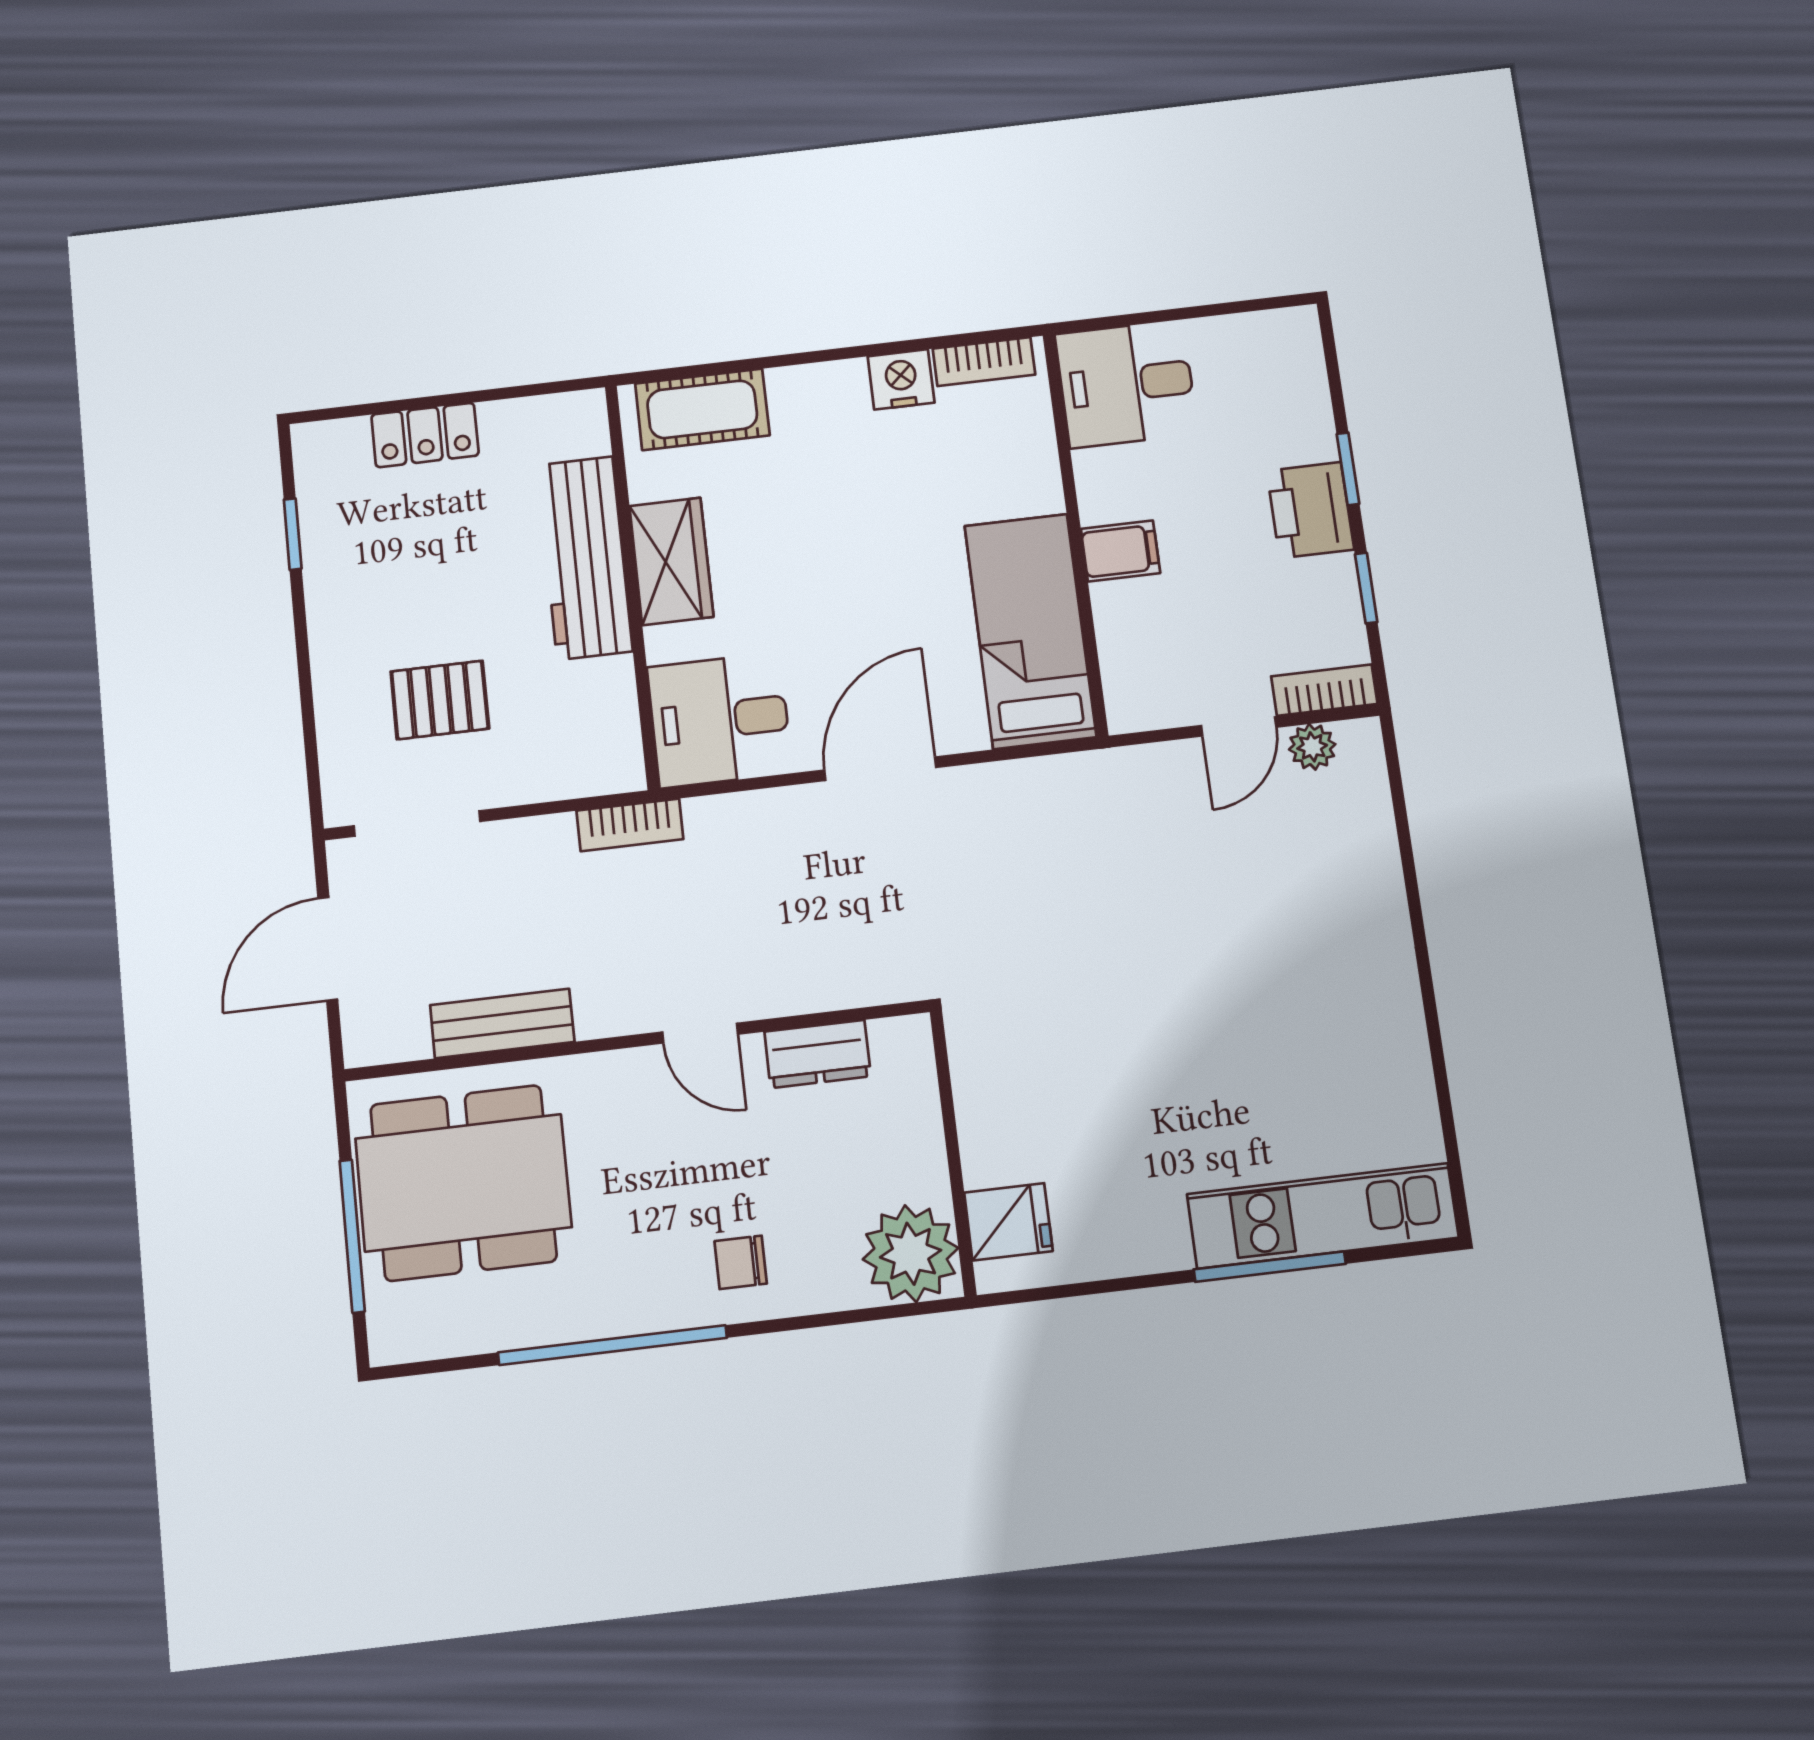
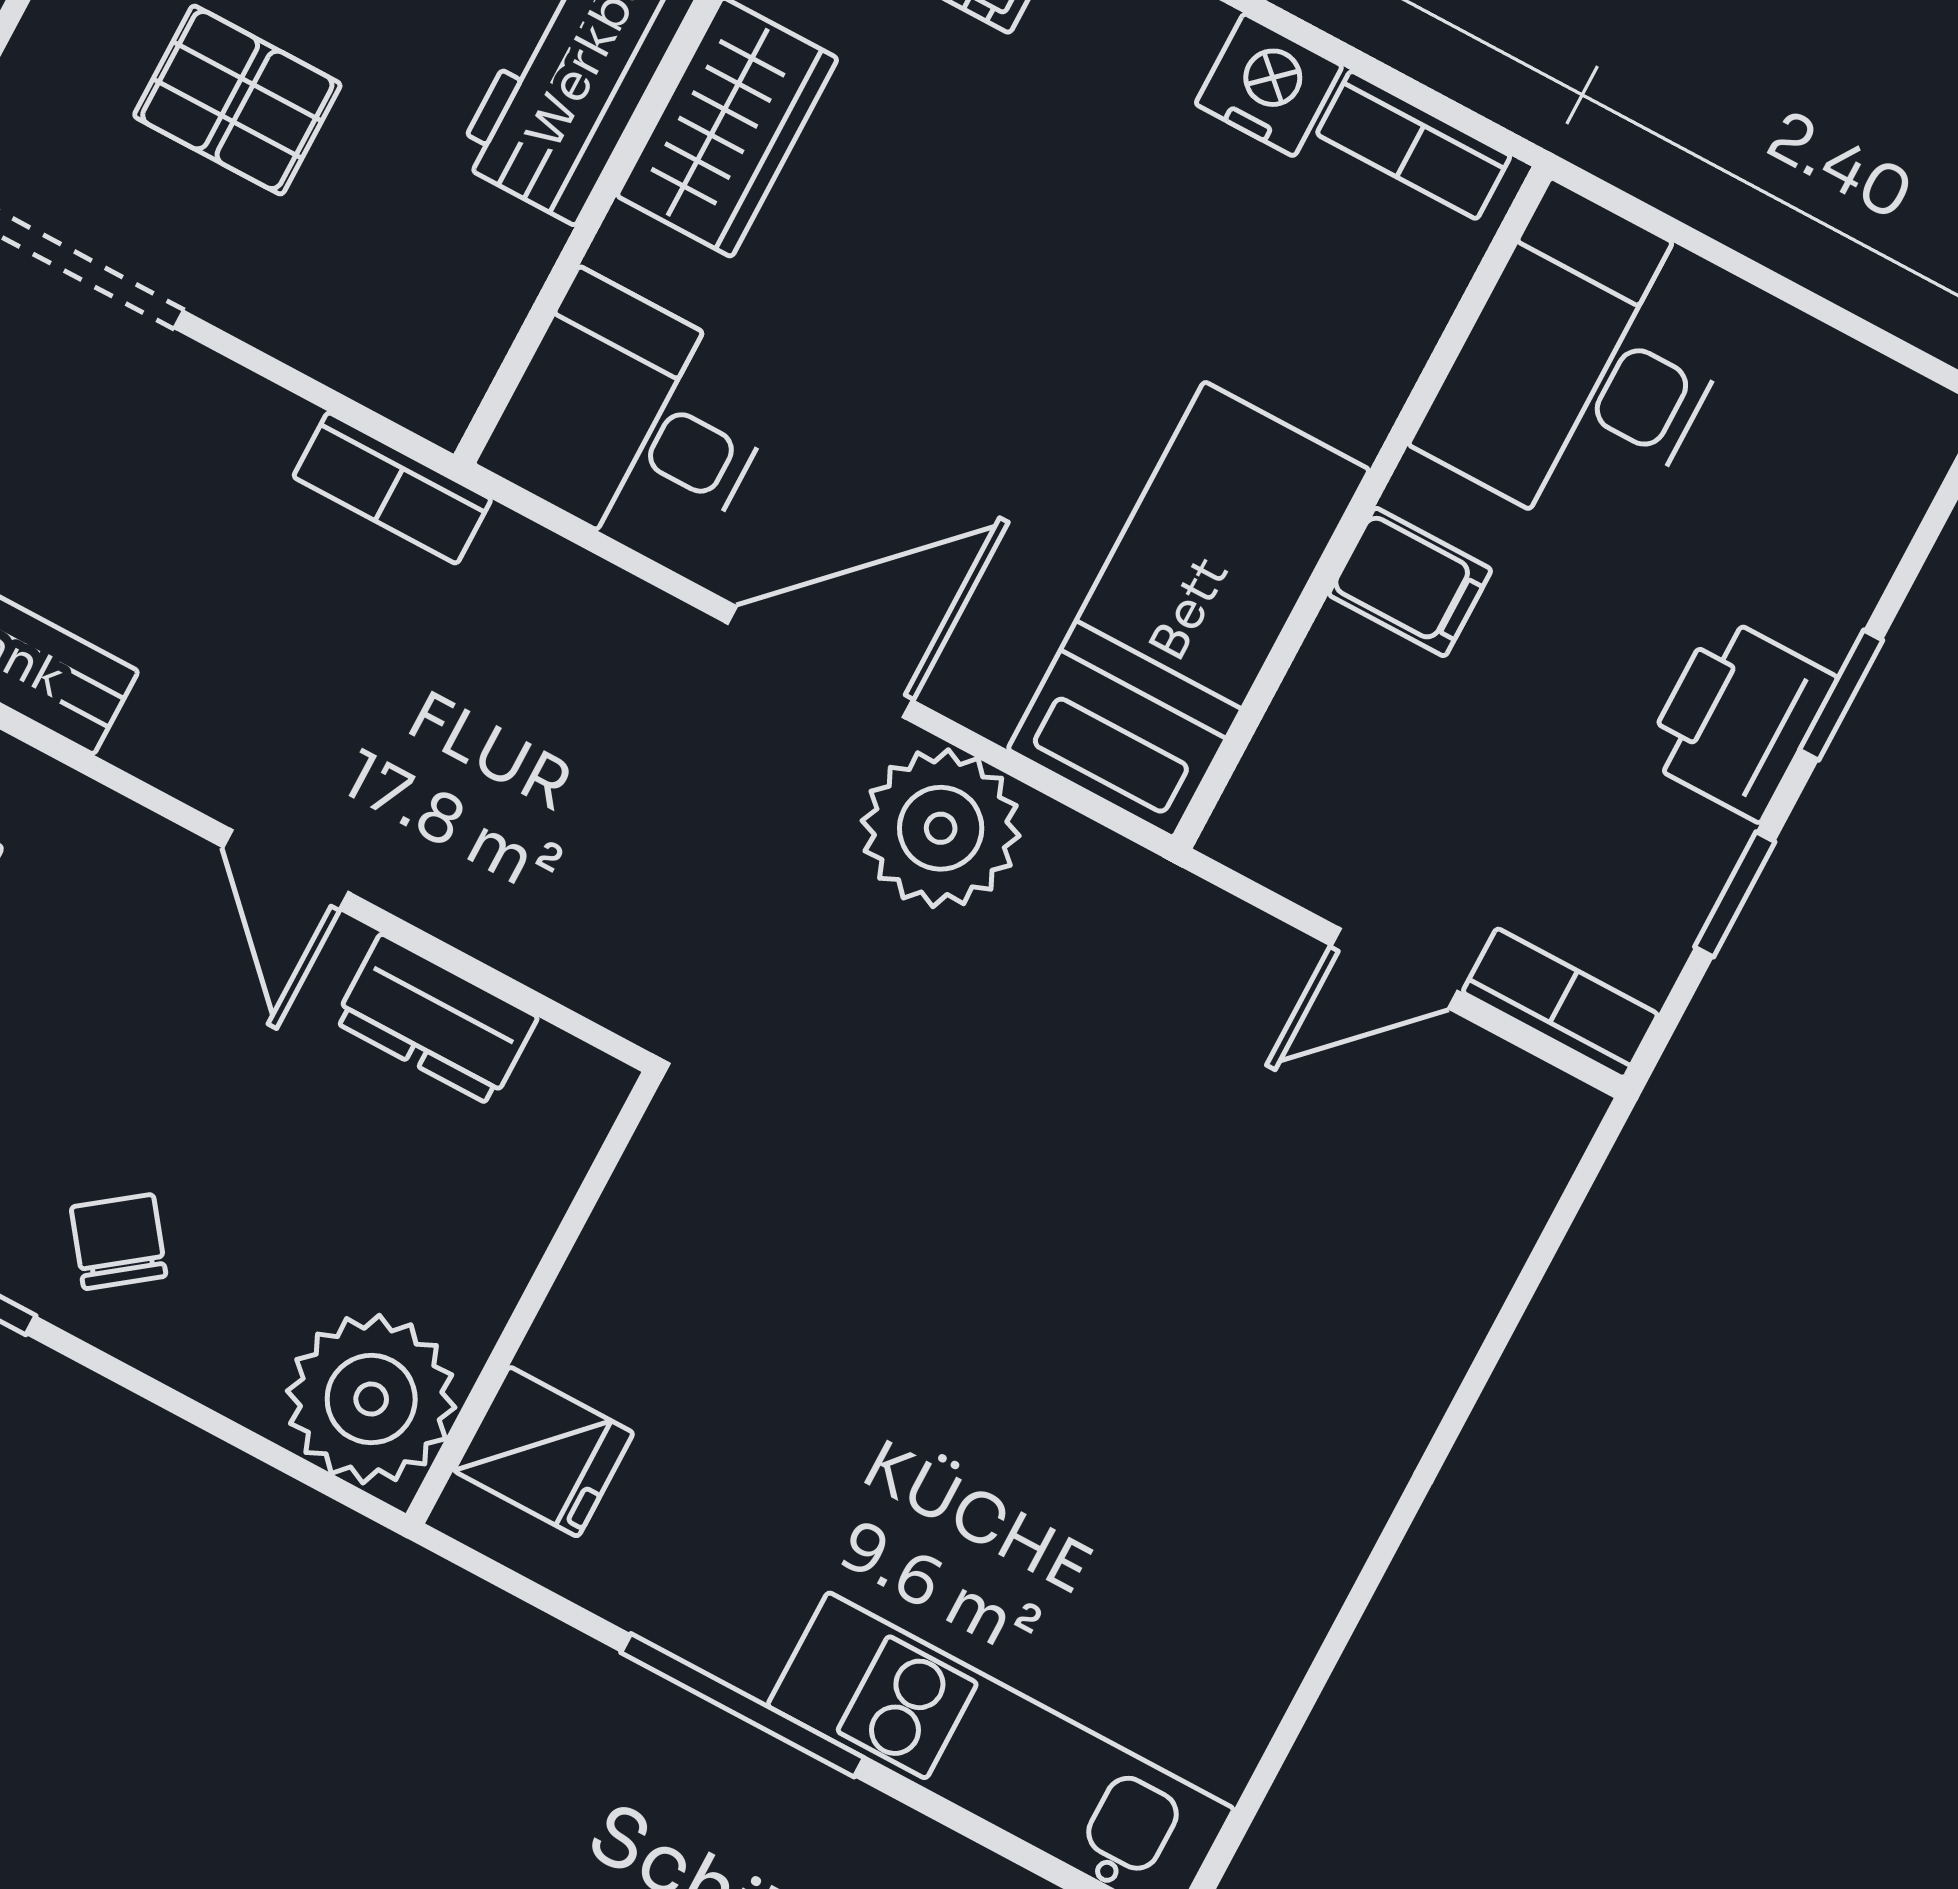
desk: (1126, 384) -> (1585, 367), width x1.37
plant: (1312, 747) -> (941, 828), moved, width x1.88, depth x1.88
chair: (741, 1262) -> (119, 1242), turned 53
window: (1270, 1267) -> (742, 1705), moved

